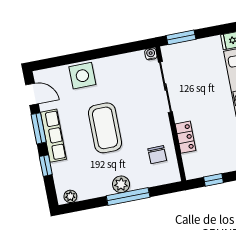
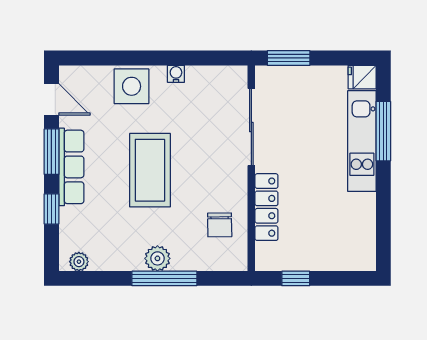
water cooler: (151, 54) -> (176, 74), moved
locker: (185, 137) -> (266, 207), width x1.53

